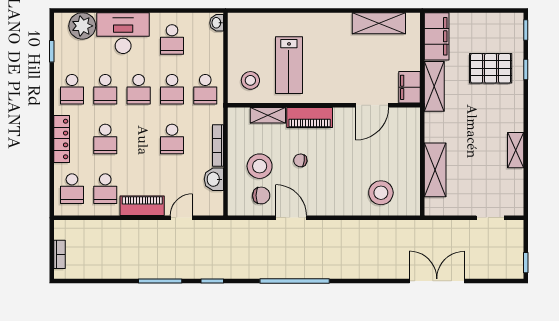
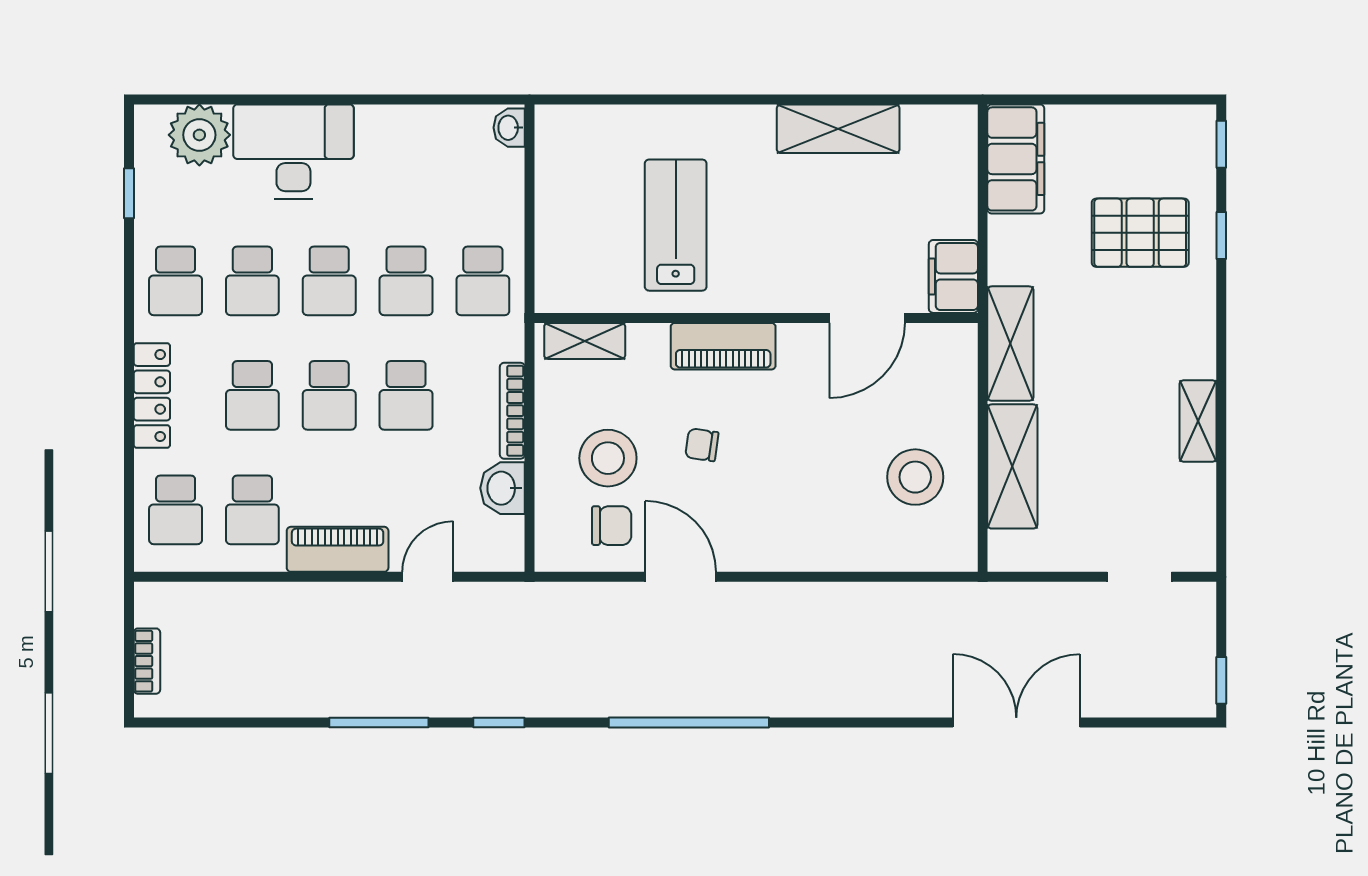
shelving: (379, 23) -> (838, 129), moved
school desk: (172, 40) -> (329, 395), moved
lab bench: (289, 65) -> (676, 225), turned 180
stool: (250, 80) -> (587, 261), removed
shelving: (434, 86) -> (1010, 344), moved
shelving: (268, 115) -> (585, 341), moved
stool: (381, 193) -> (915, 477), moved

